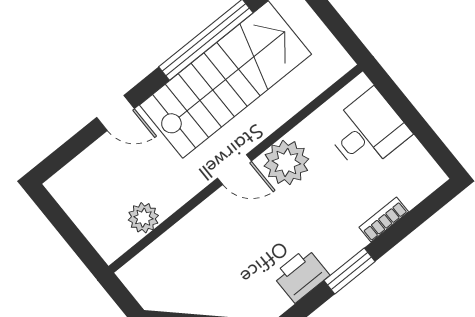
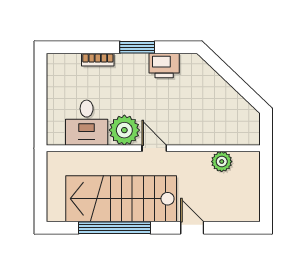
desk: (367, 131) -> (87, 123), moved, turned -90

